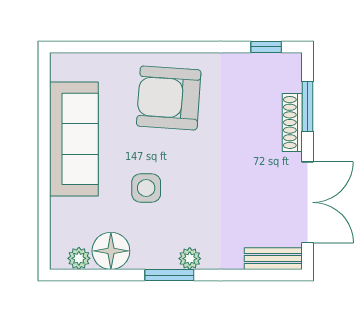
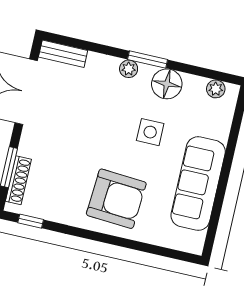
shoe rack: (292, 122) -> (18, 180), moved
floor lamp: (111, 251) -> (167, 84), moved

